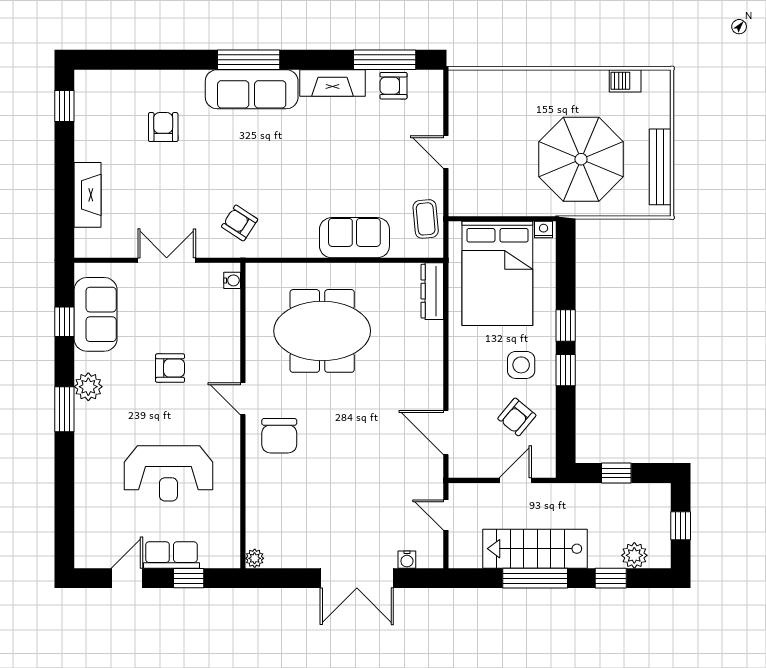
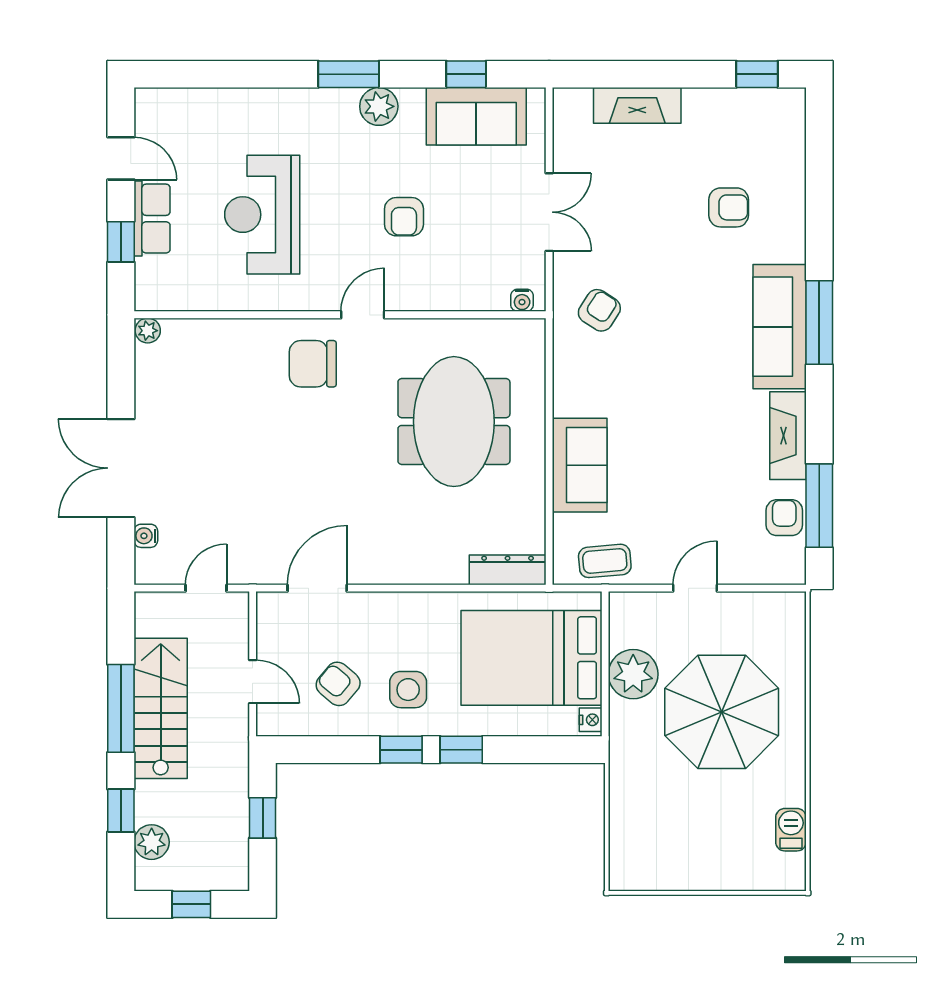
parasol: (581, 159) -> (722, 712), moved
bench: (660, 167) -> (675, 877), removed
plant: (510, 198) -> (633, 674), added

